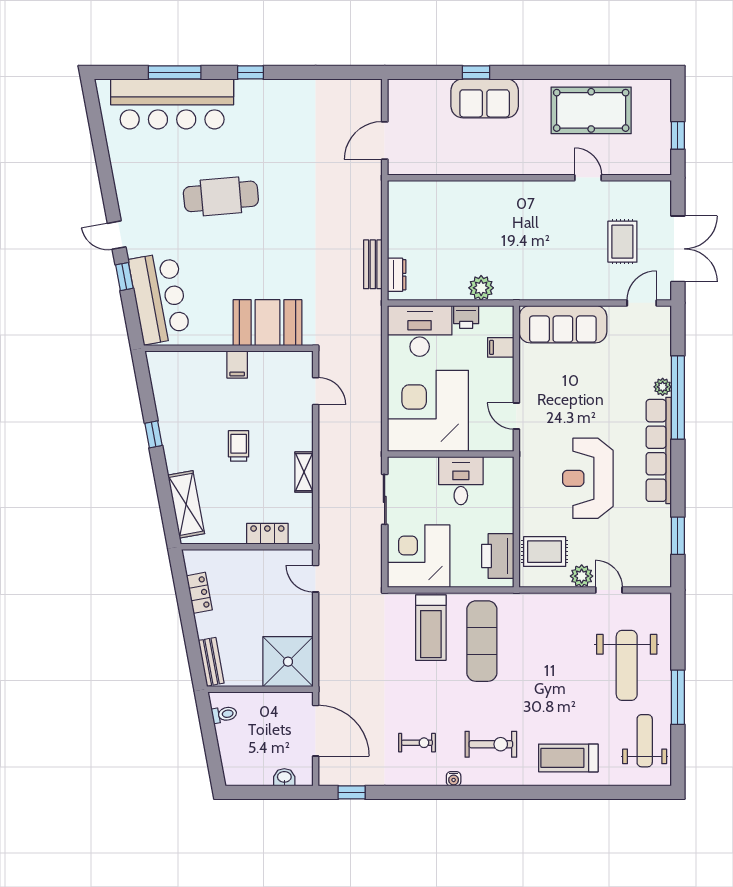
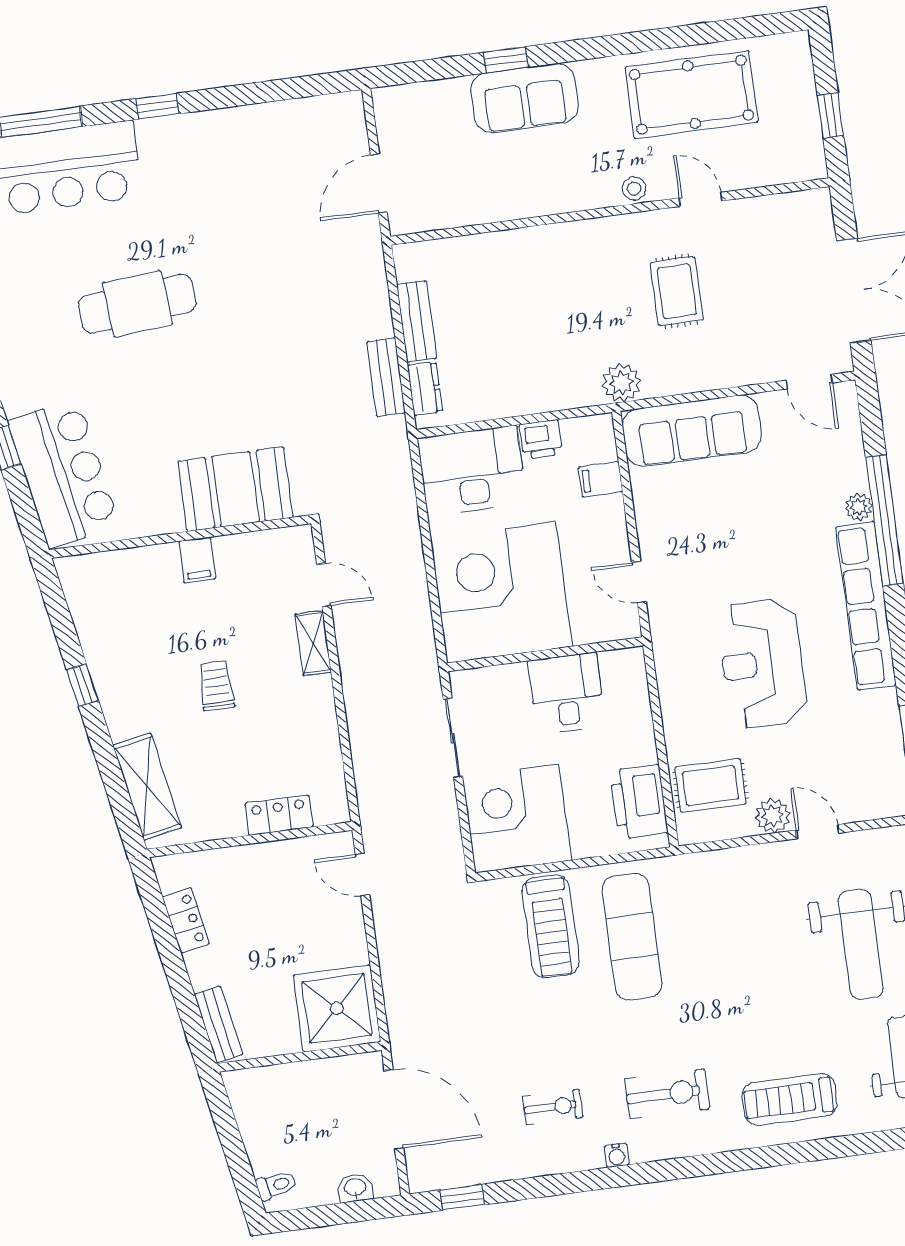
stool: (547, 165) -> (634, 189), added
bench: (397, 231) -> (416, 321), added
rug: (622, 242) -> (677, 291), moved
plant: (481, 288) -> (621, 383), moved
door: (642, 303) -> (809, 382), swing flipped
shelving: (304, 472) -> (313, 643), moved
toilet: (224, 714) -> (276, 1185), moved

